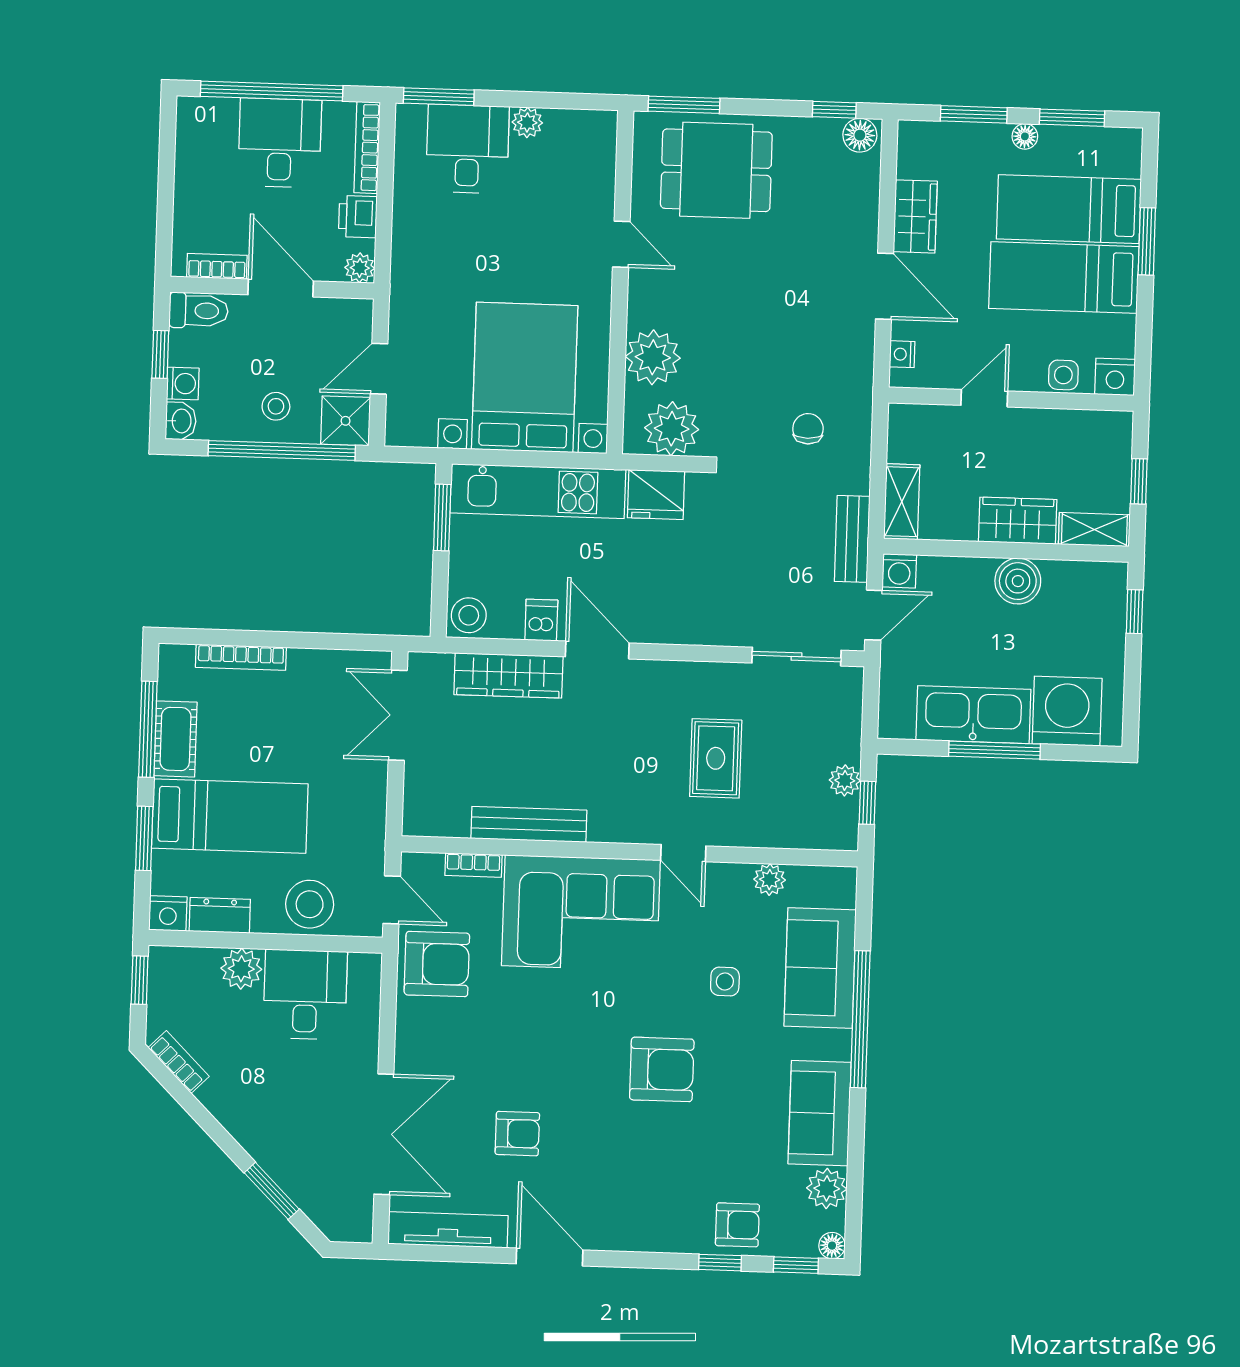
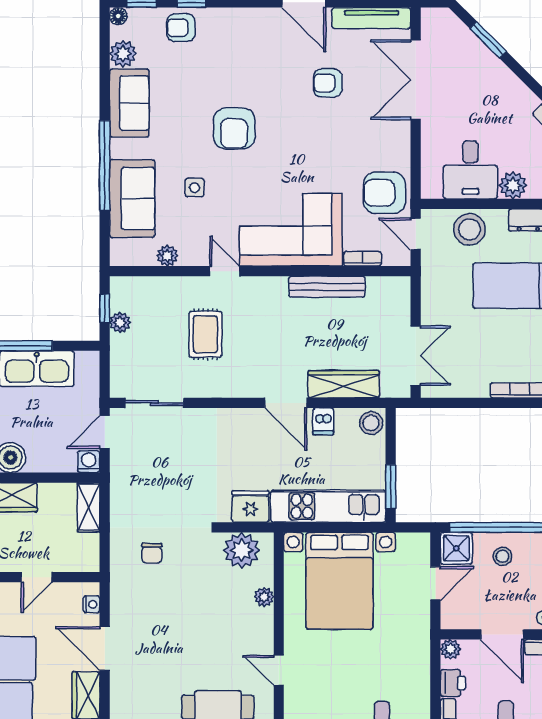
plant: (653, 357) -> (264, 597), width x0.53, depth x0.53
bench: (852, 539) -> (120, 482), removed
armchair: (662, 1069) -> (234, 128), turned -90

